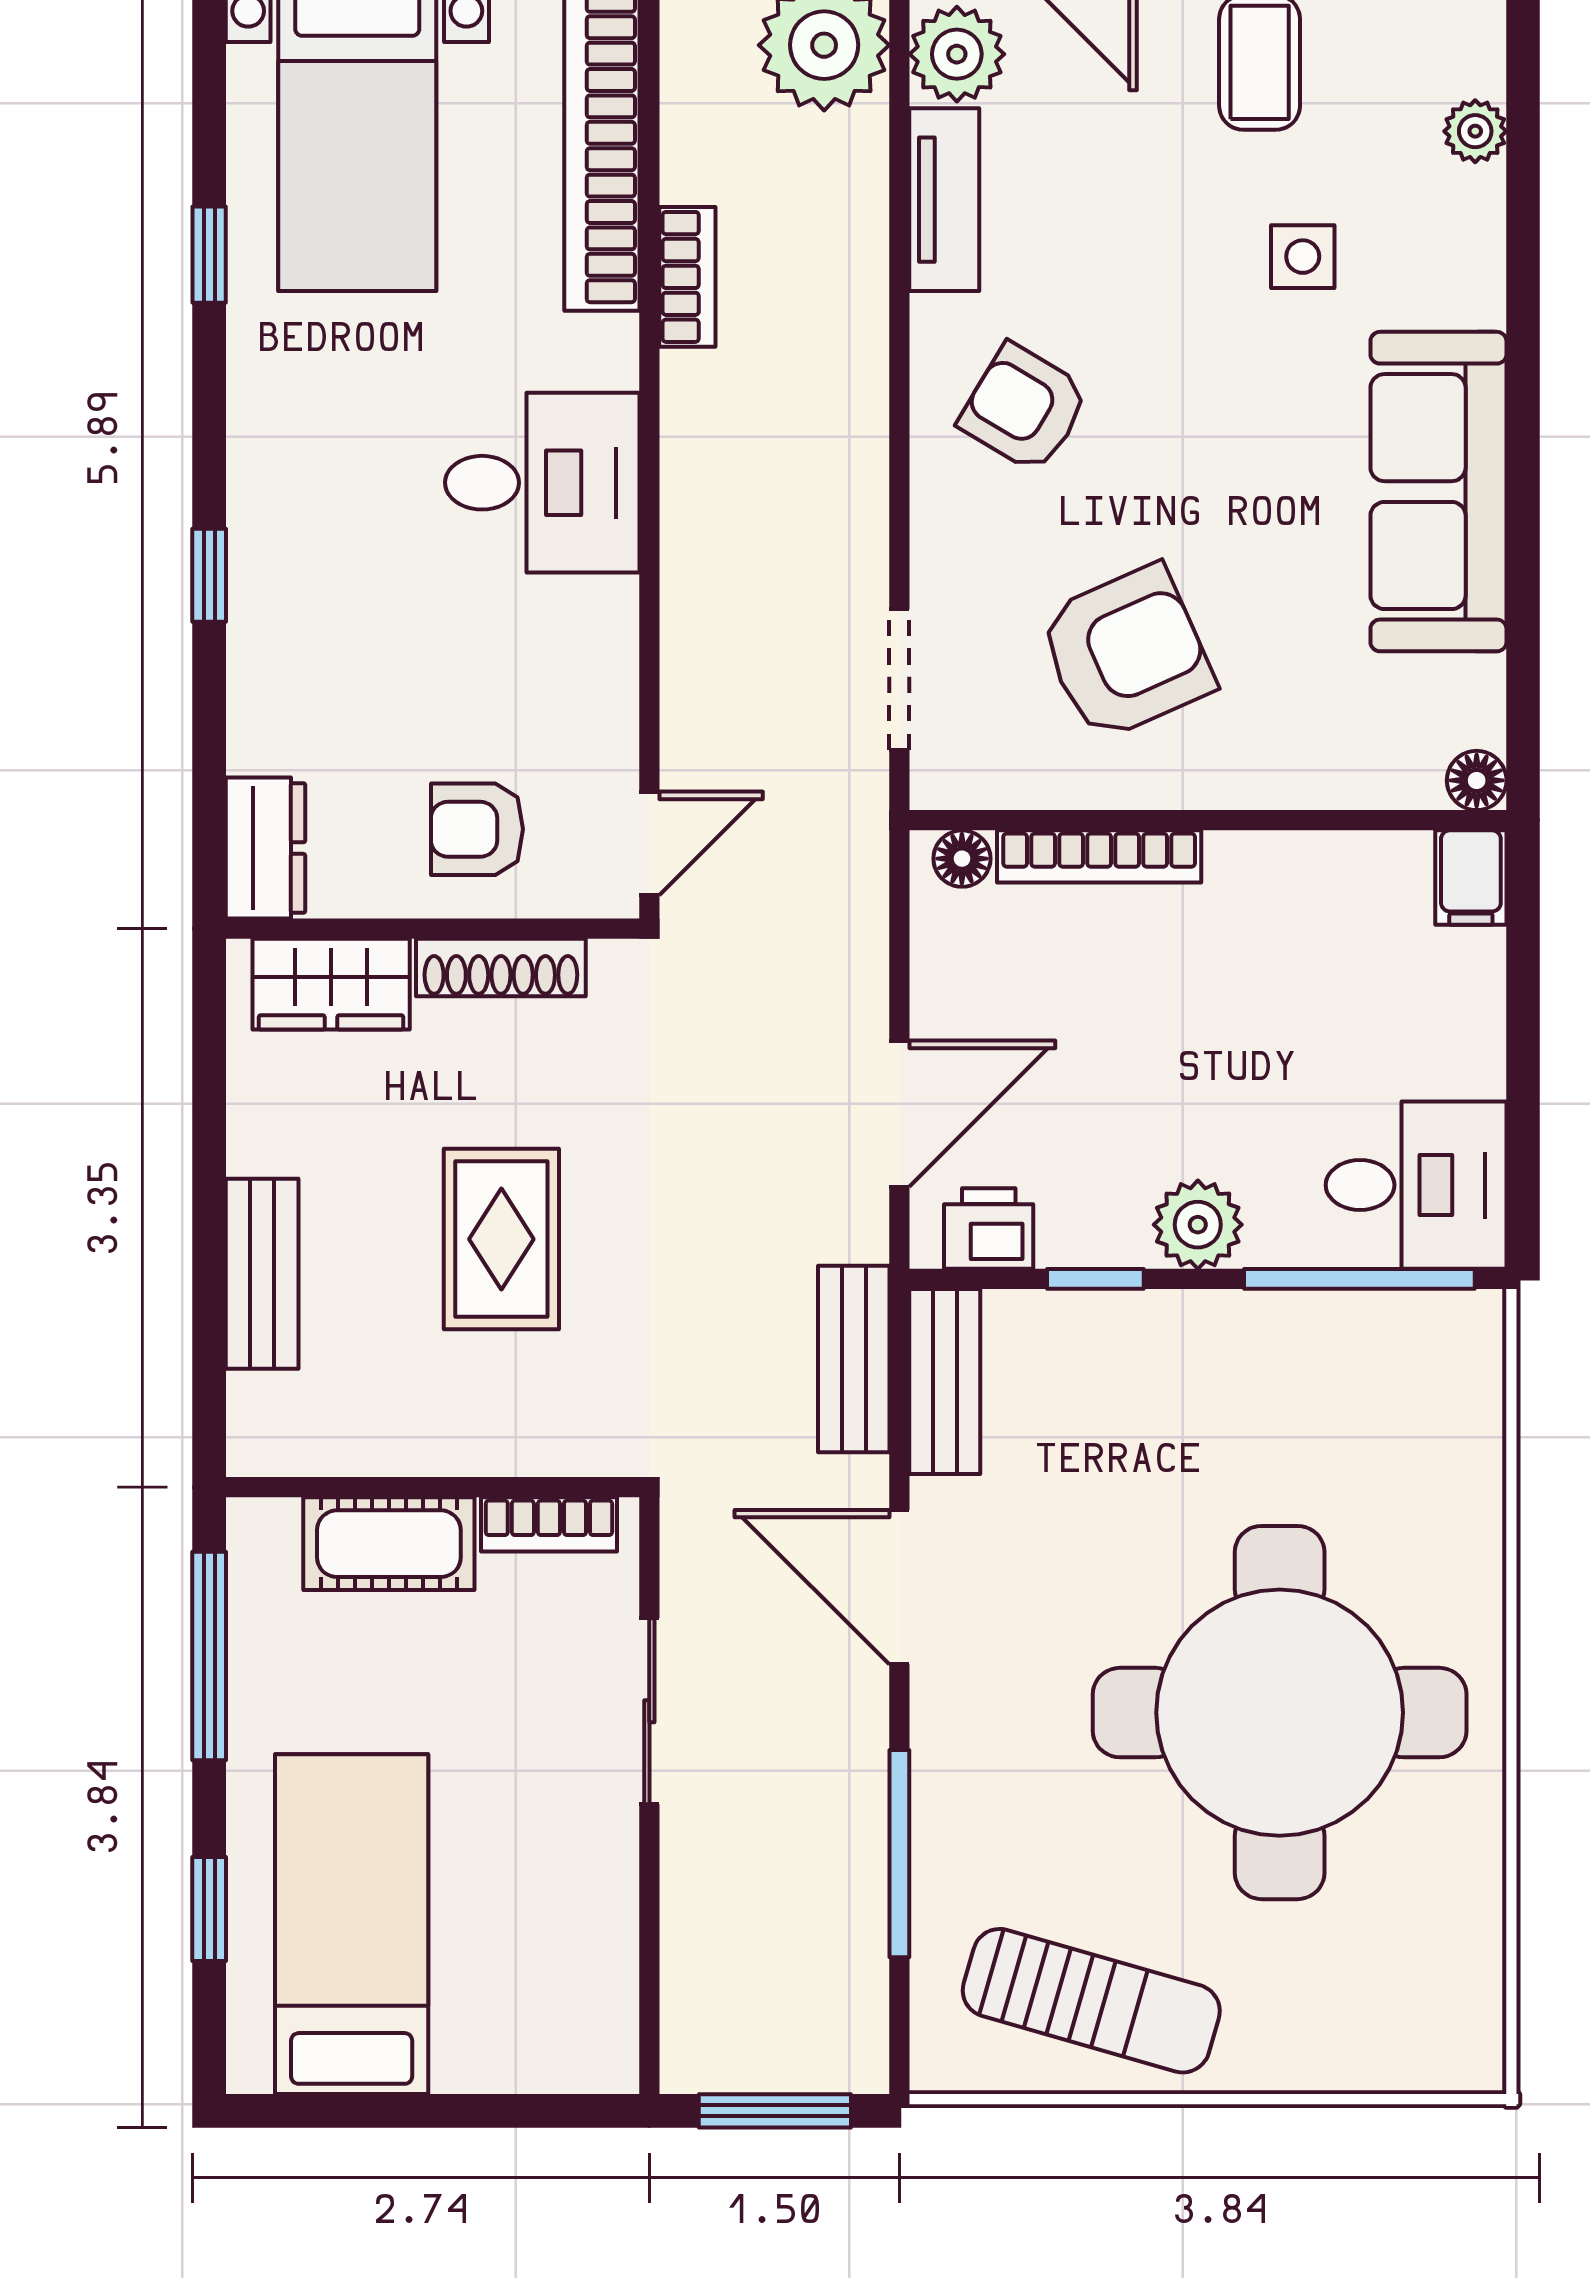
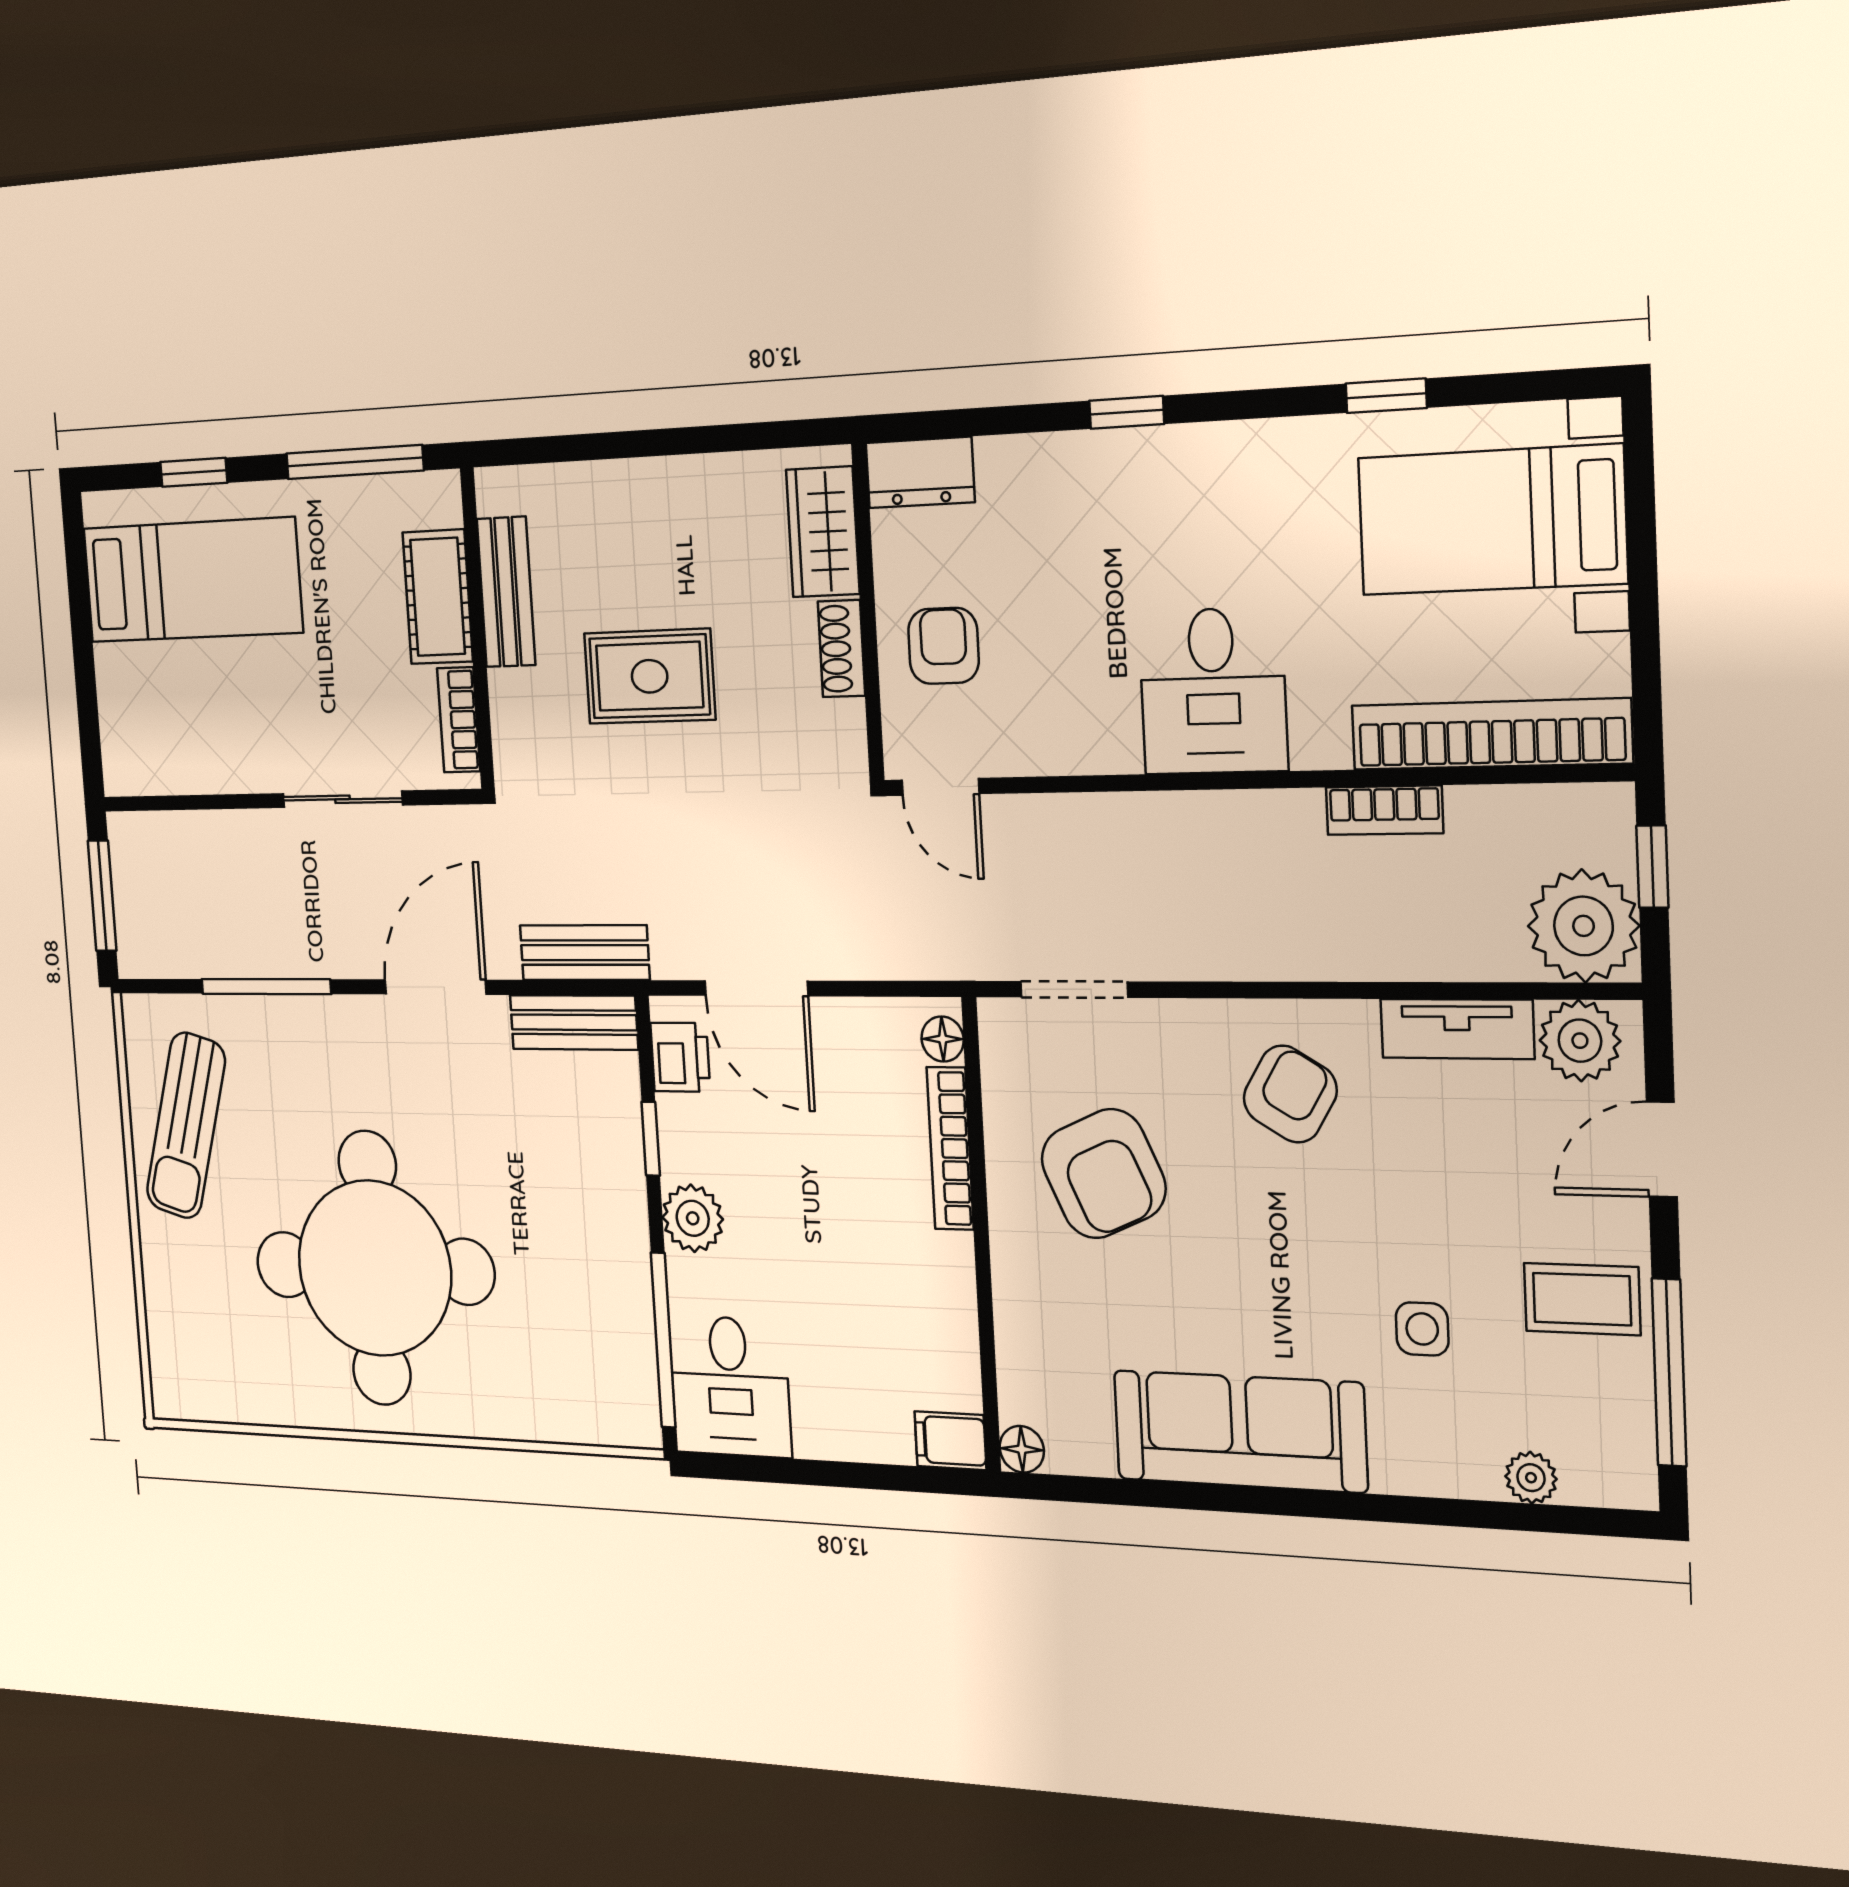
shoe rack: (501, 967) -> (841, 649), width x0.70
bench: (262, 1274) -> (506, 592), moved, turned 90

